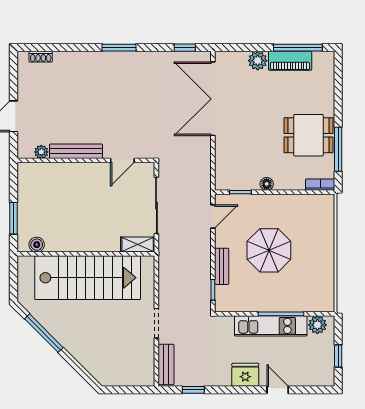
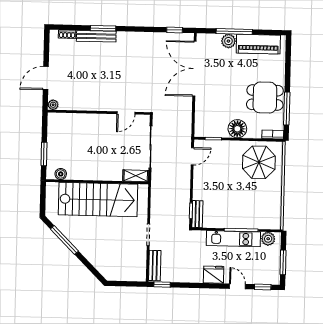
window: (119, 48) -> (103, 28), moved
window: (298, 48) -> (234, 31), moved
piano: (290, 61) -> (258, 44), width x1.37, depth x1.33
bench: (76, 151) -> (96, 36), moved
plant: (41, 152) -> (53, 105), moved
floor lamp: (267, 184) -> (237, 129), width x1.89, depth x1.89
parasol: (269, 250) -> (259, 162), moved
bench: (222, 266) -> (197, 214), moved
window: (338, 356) -> (283, 262), width x1.50
window: (193, 390) -> (162, 285), moved
window: (312, 390) -> (263, 287), added

